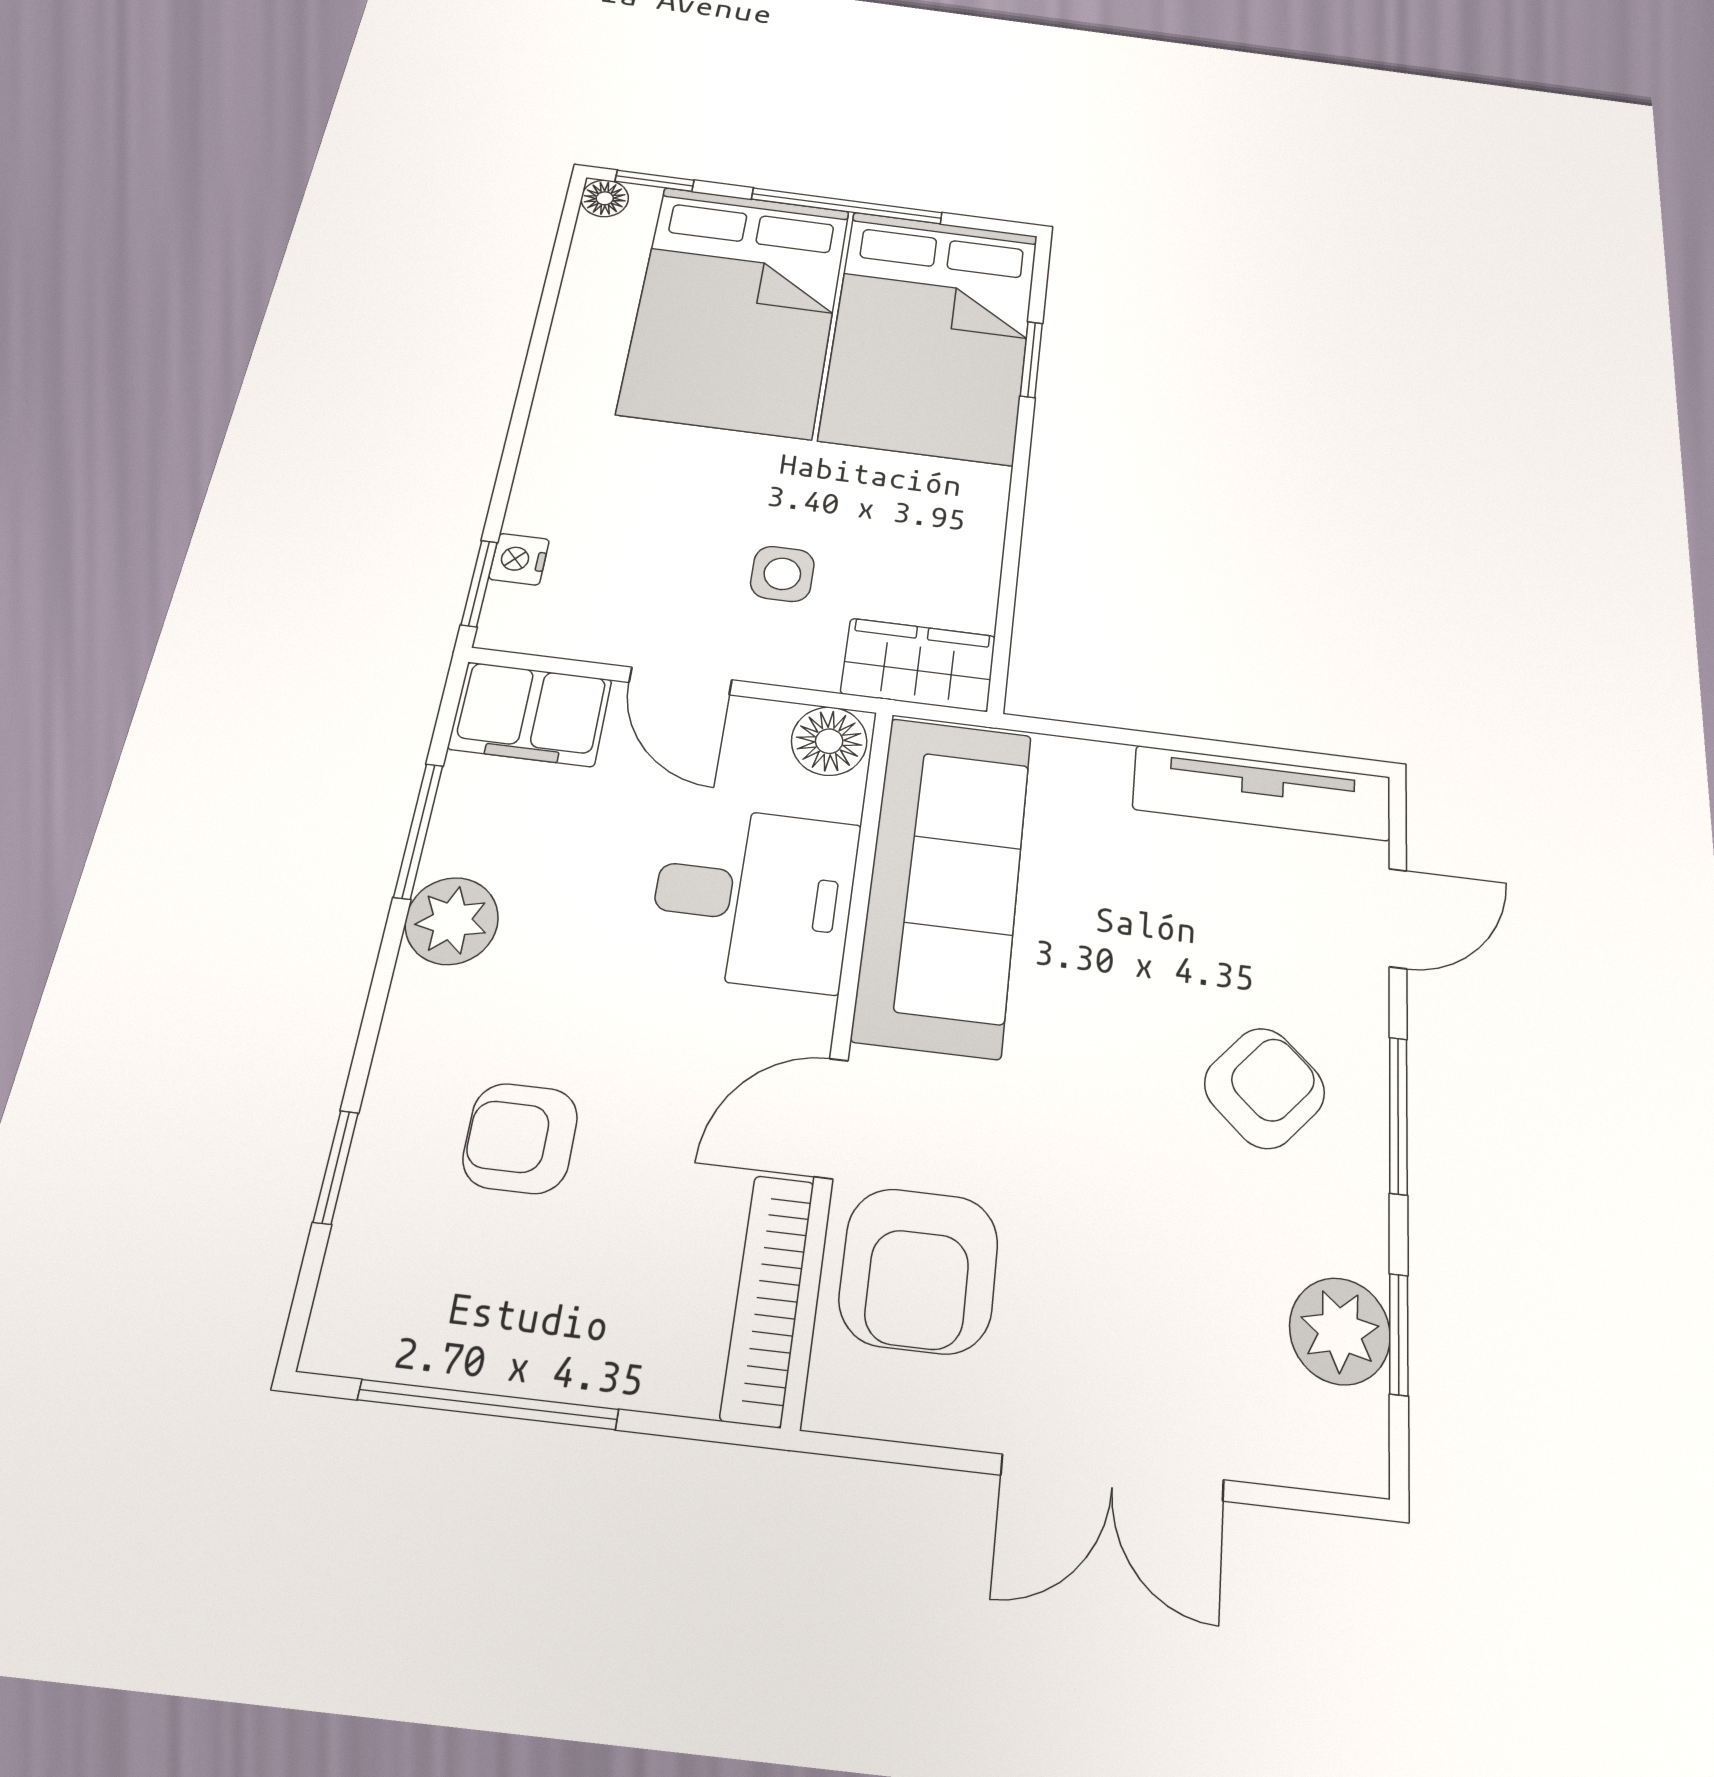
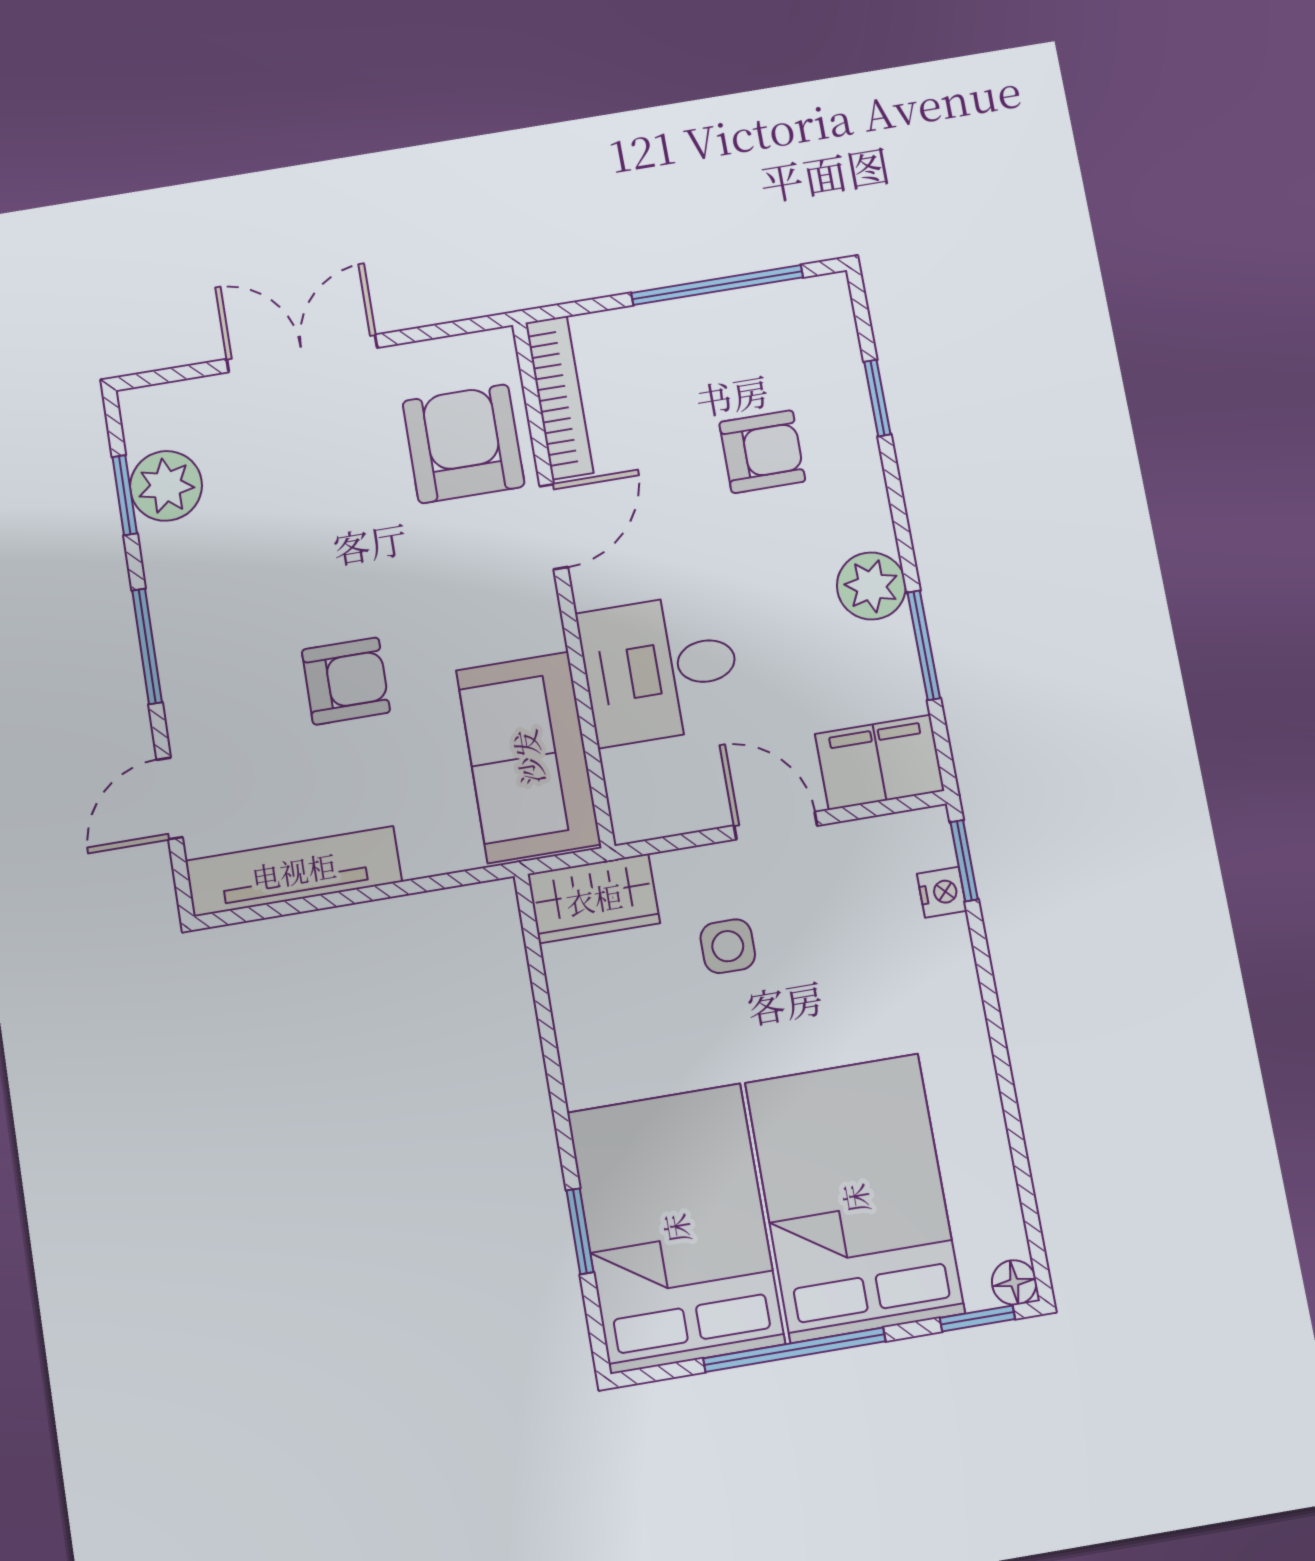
floor lamp: (829, 741) -> (644, 811), removed
sofa: (944, 883) -> (528, 757), width x0.73
armchair: (1264, 1088) -> (346, 681), moved, turned -132

